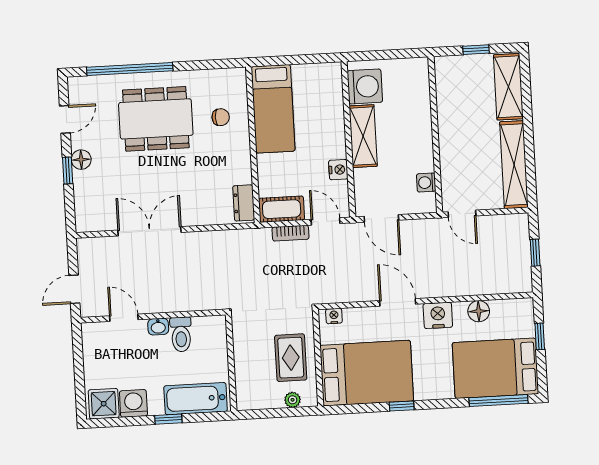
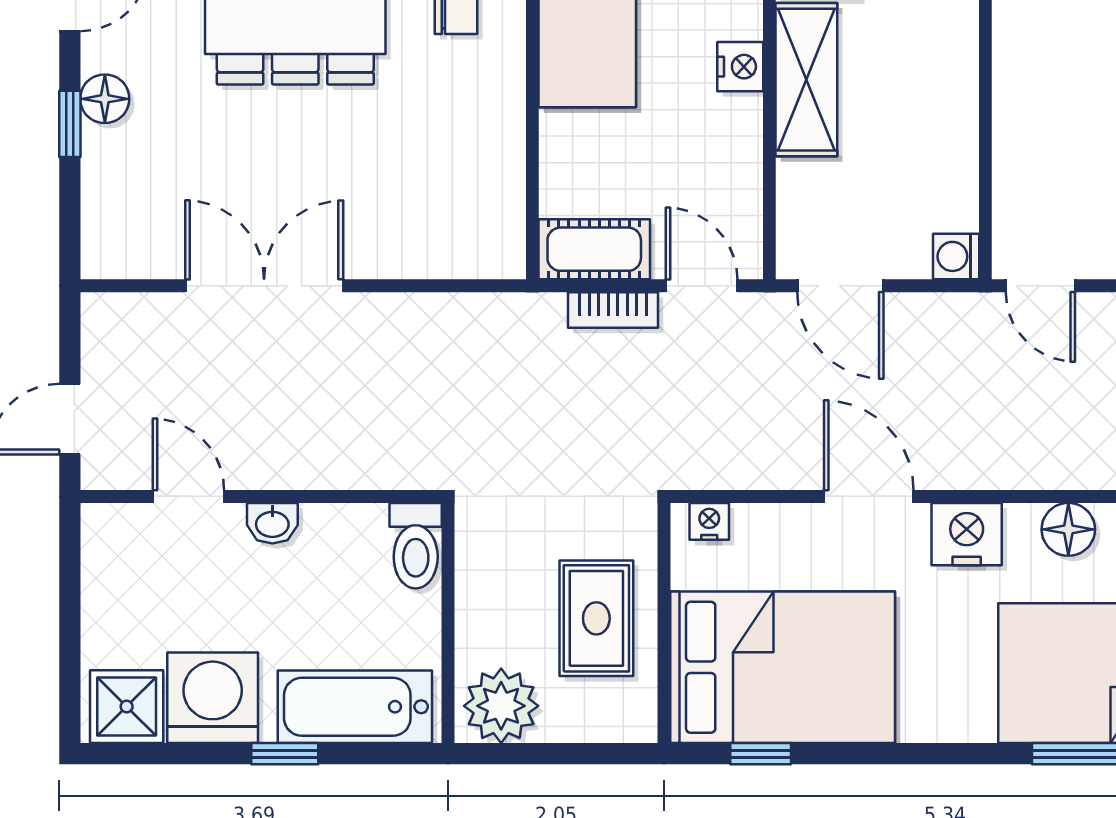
nightstand: (338, 170) -> (740, 67), moved
washing machine: (426, 183) -> (956, 256), moved
dresser: (244, 203) -> (501, 229), removed
toilet: (181, 334) -> (416, 546), moved
plant: (293, 400) -> (501, 706), moved, width x1.87, depth x1.87
washing machine: (133, 403) -> (213, 698), width x1.37, depth x1.37
window: (402, 406) -> (761, 754), moved

